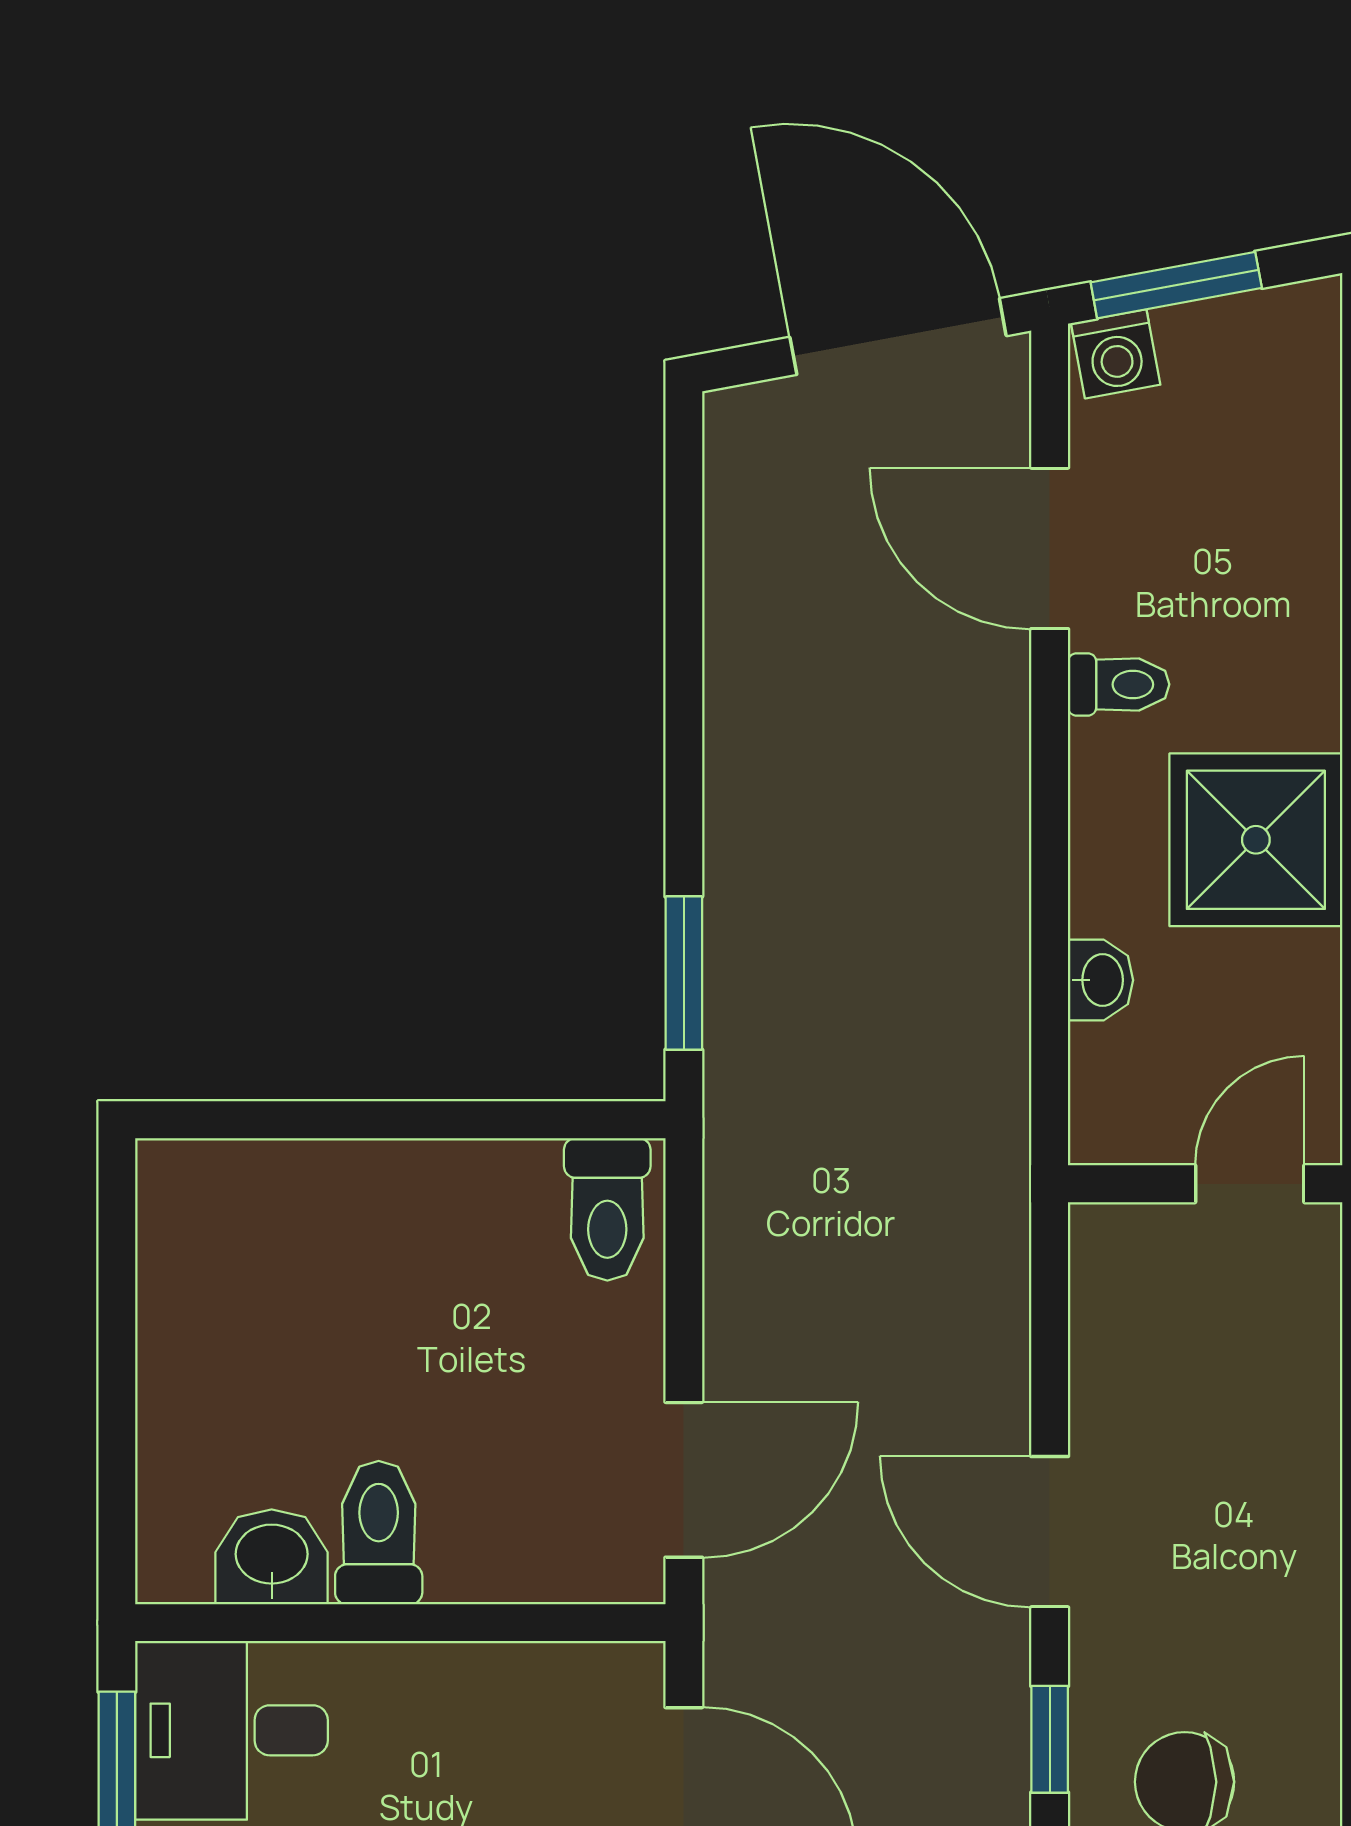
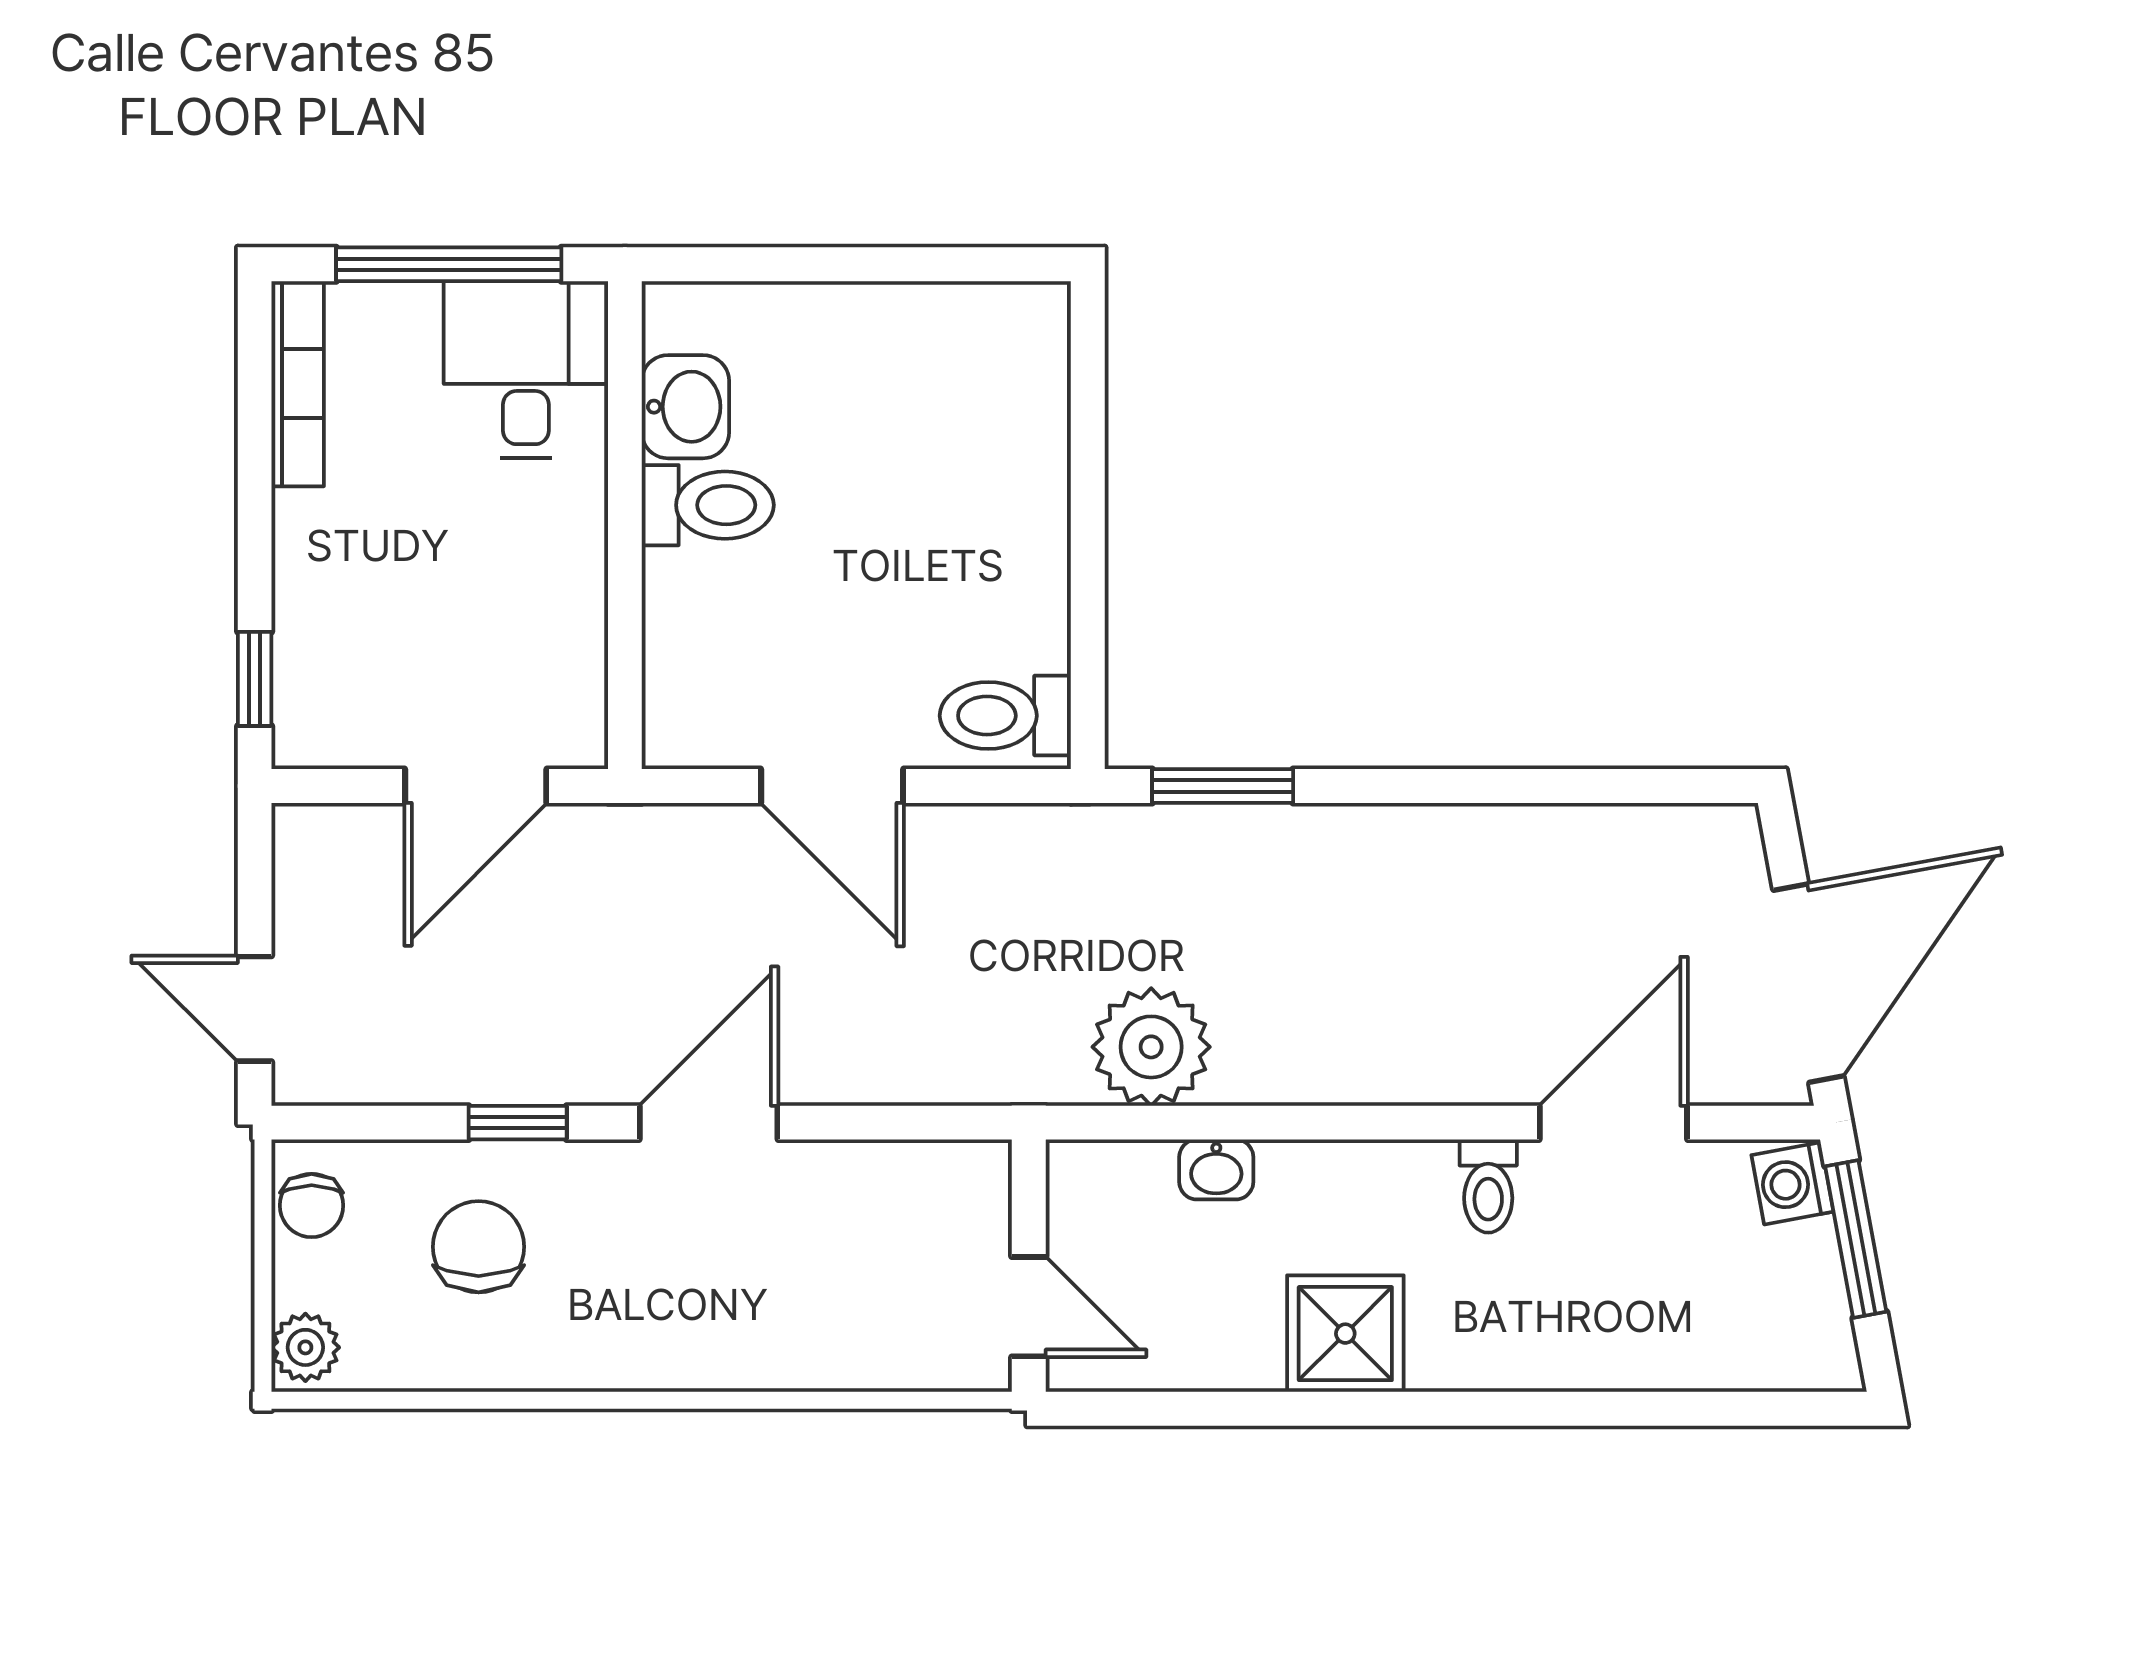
shower: (1256, 840) -> (1345, 1334), width x0.73, depth x0.73
plant: (967, 1051) -> (1151, 1047), added
door: (684, 1480) -> (832, 786), moved

